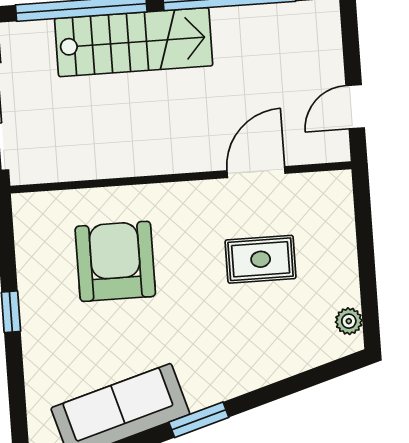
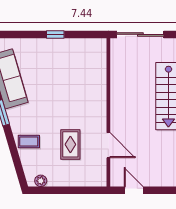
armchair: (115, 261) -> (74, 81), removed
coffee table: (261, 355) -> (29, 142), added

